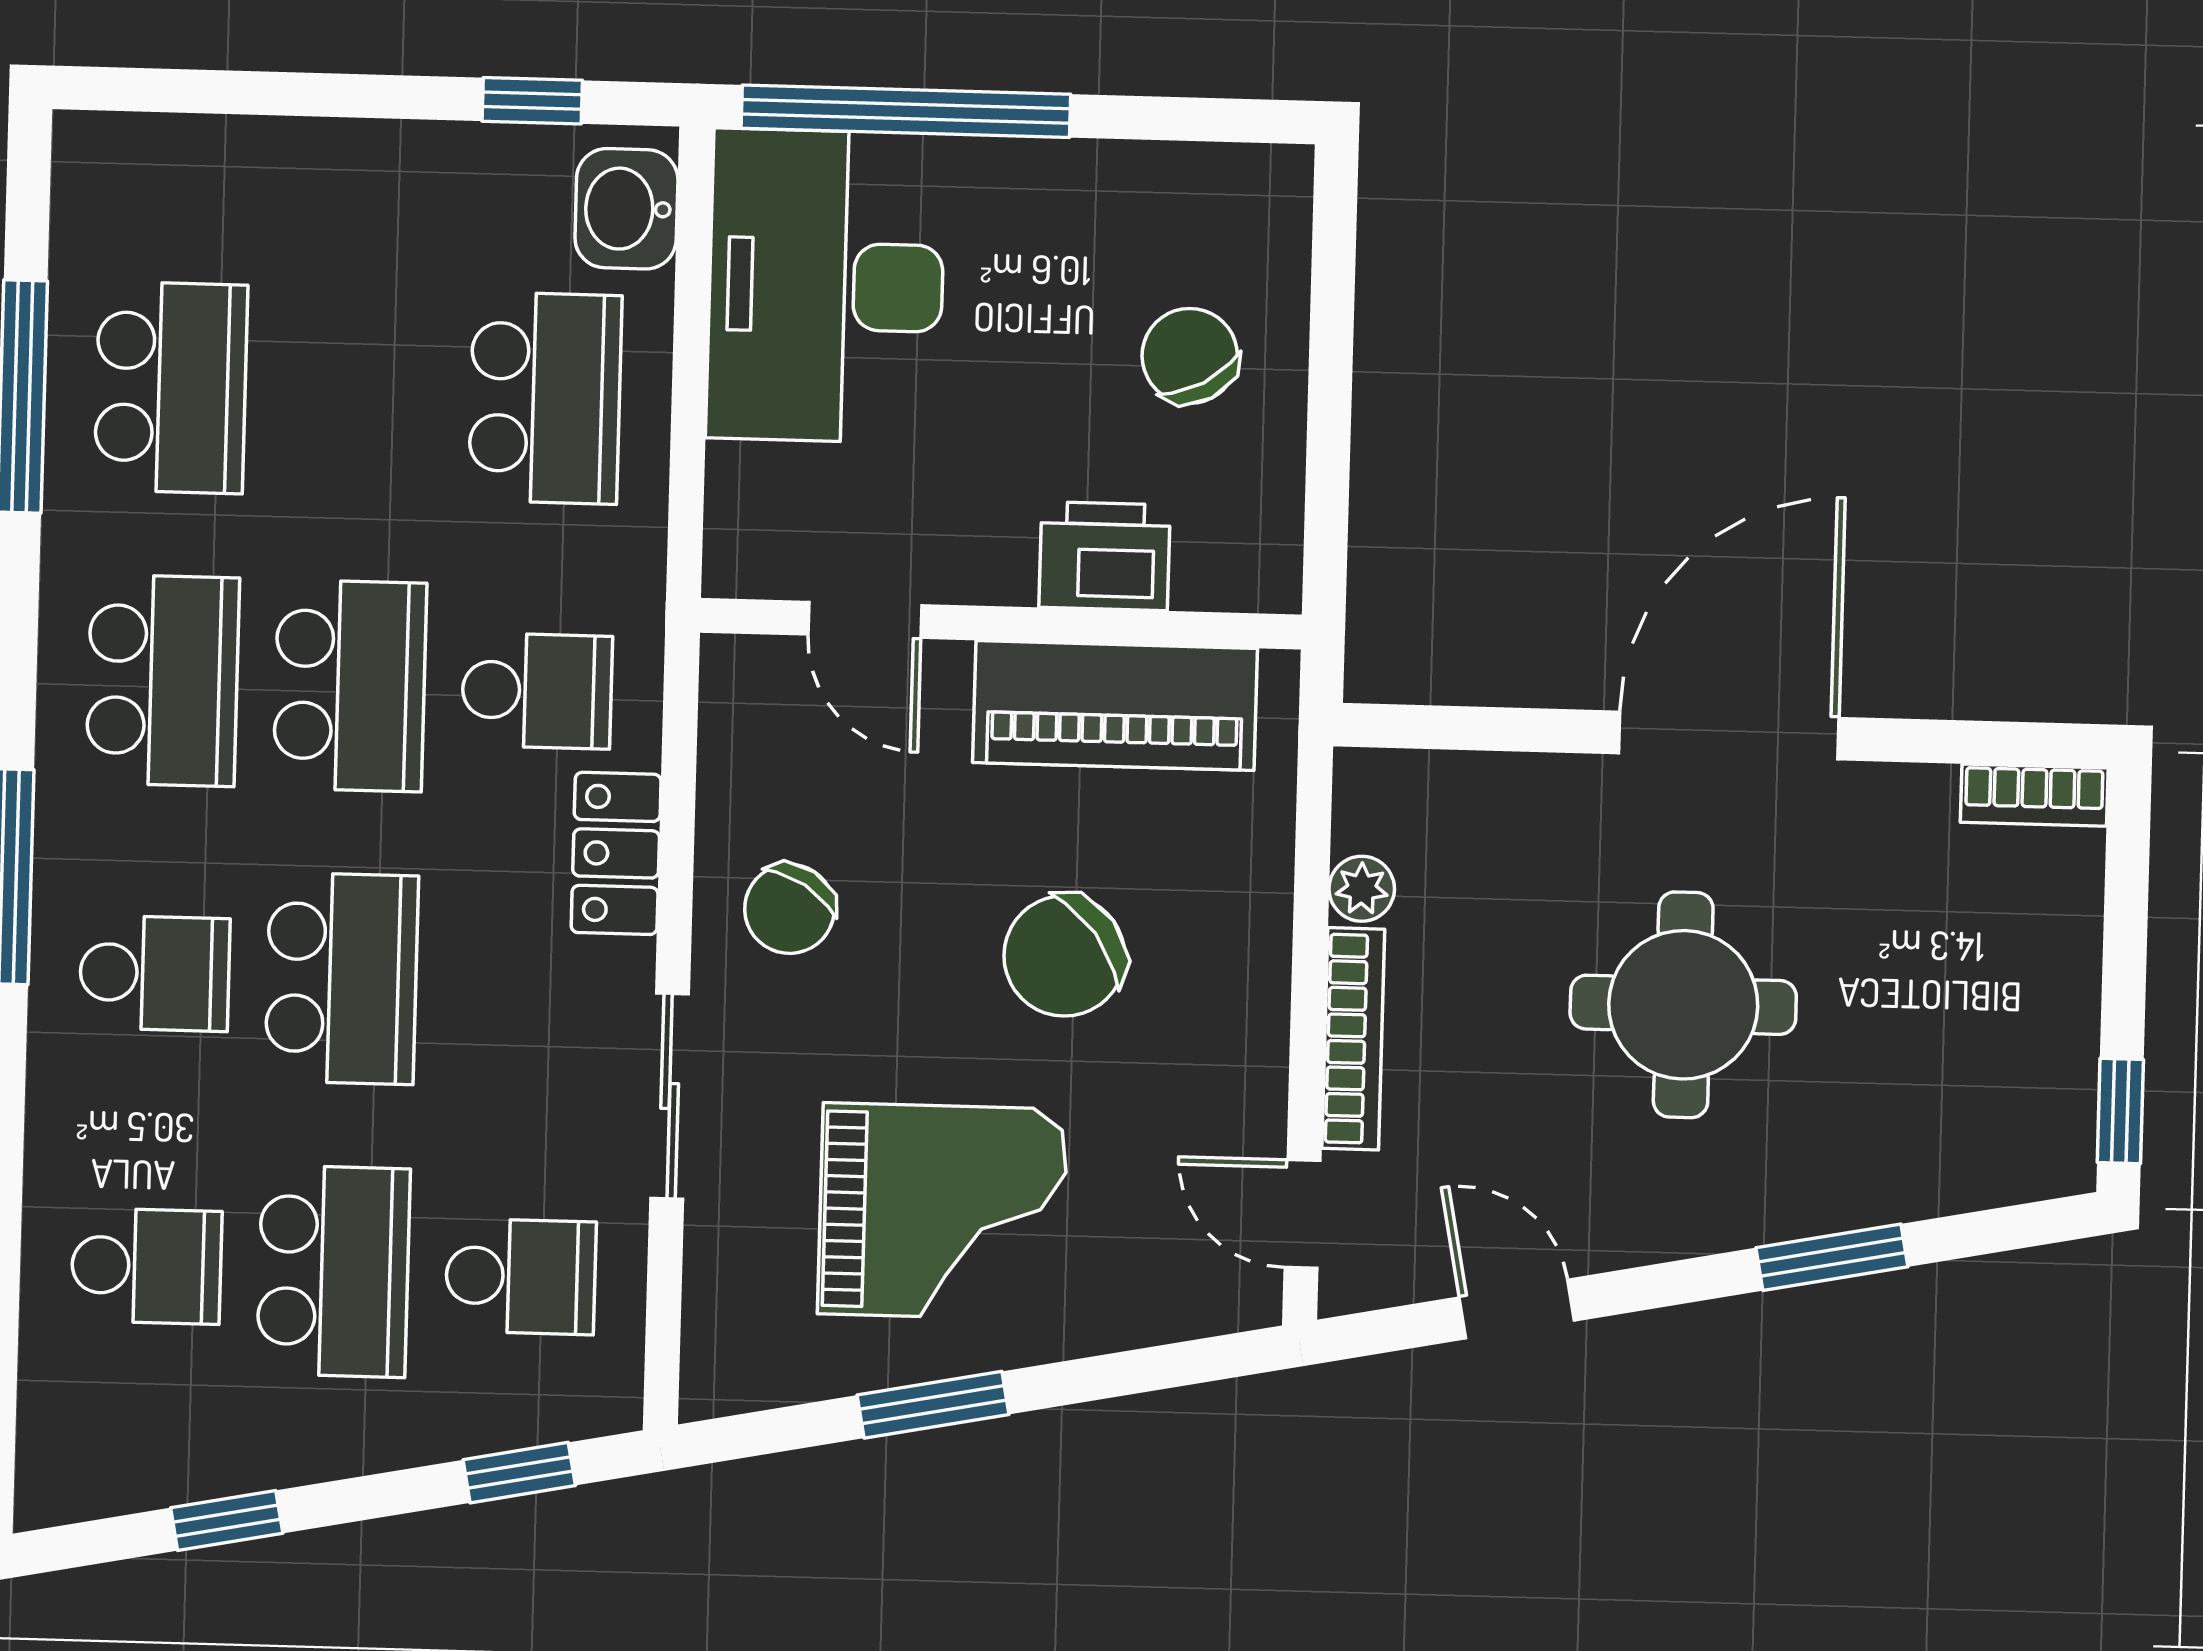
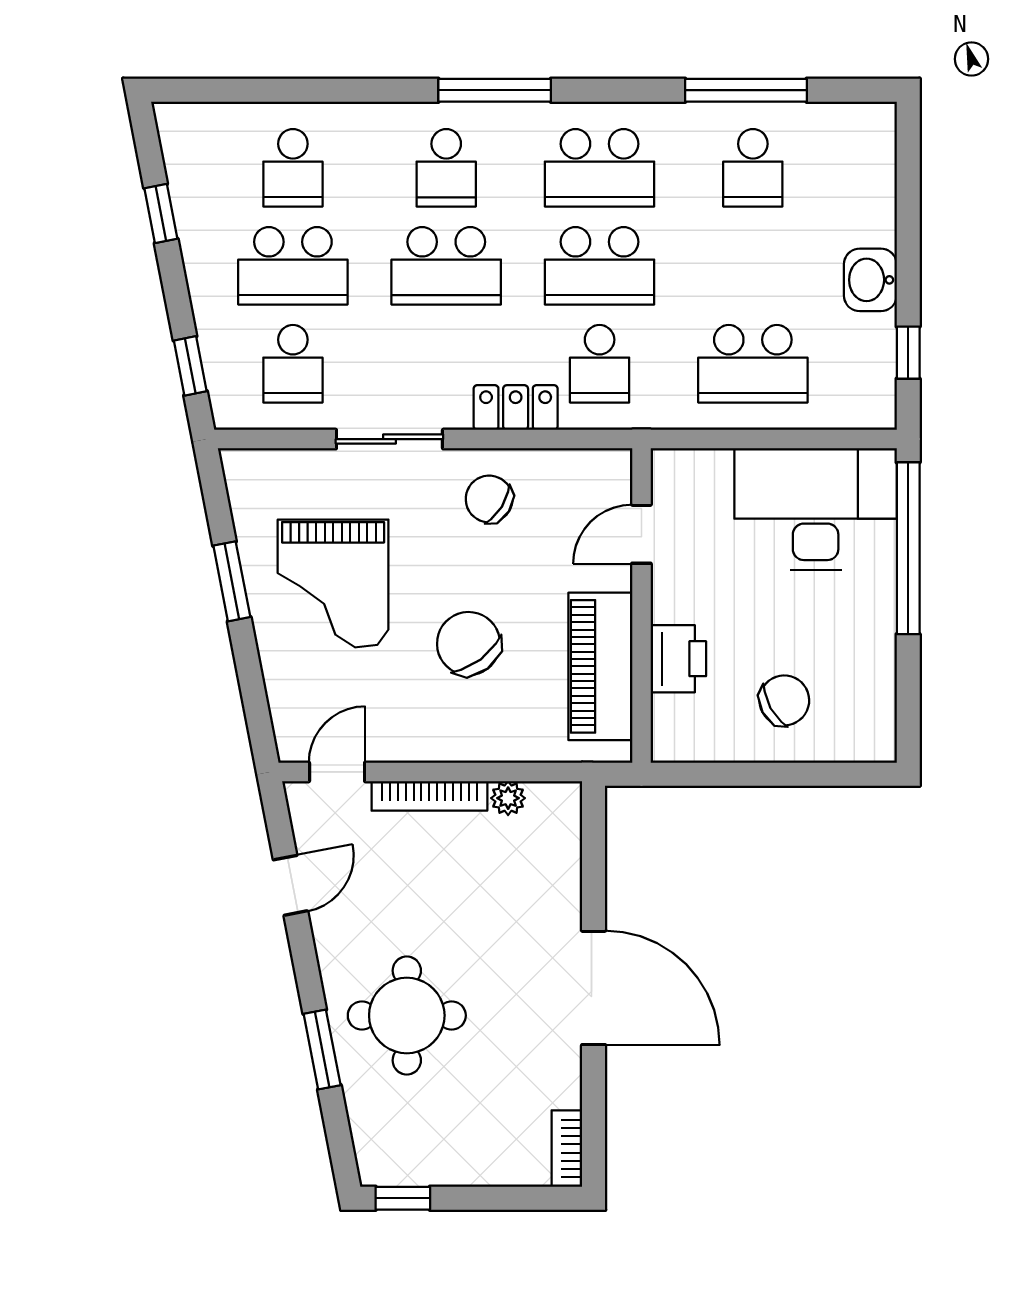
washbasin: (626, 209) -> (870, 280), moved, turned -90
school desk: (171, 388) -> (753, 168), width x0.54
round table: (1683, 1005) -> (407, 1015), moved

